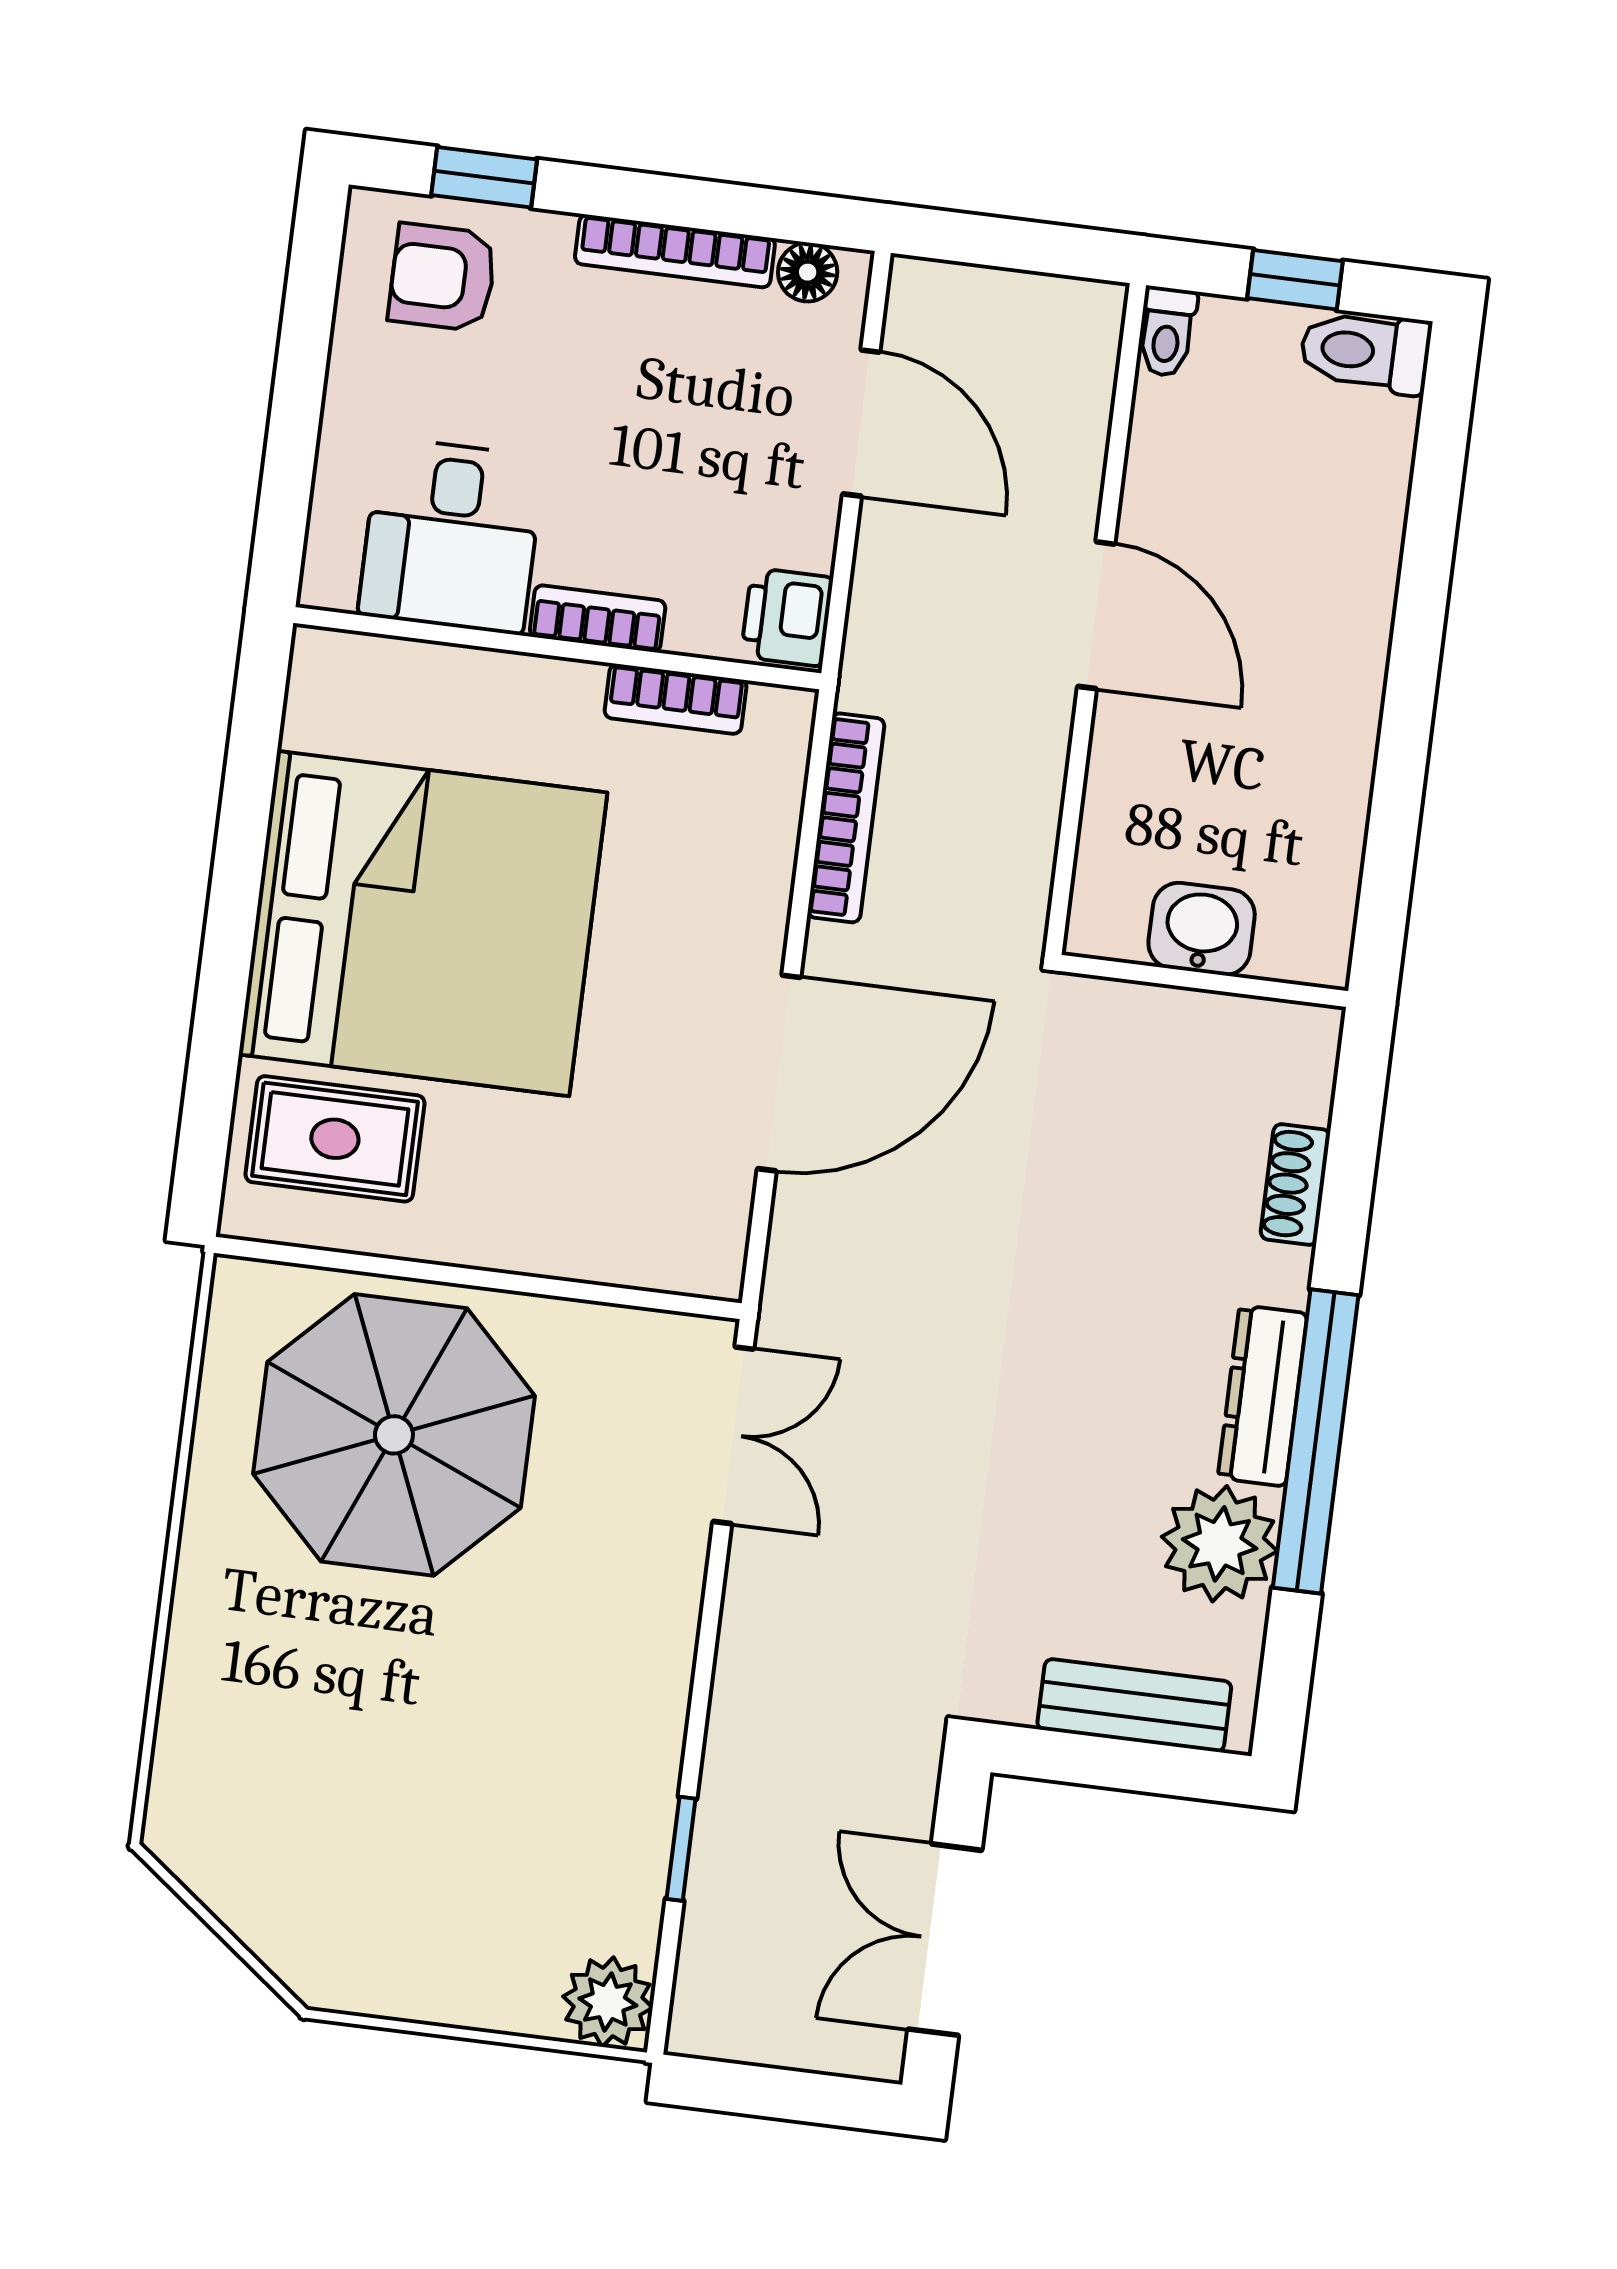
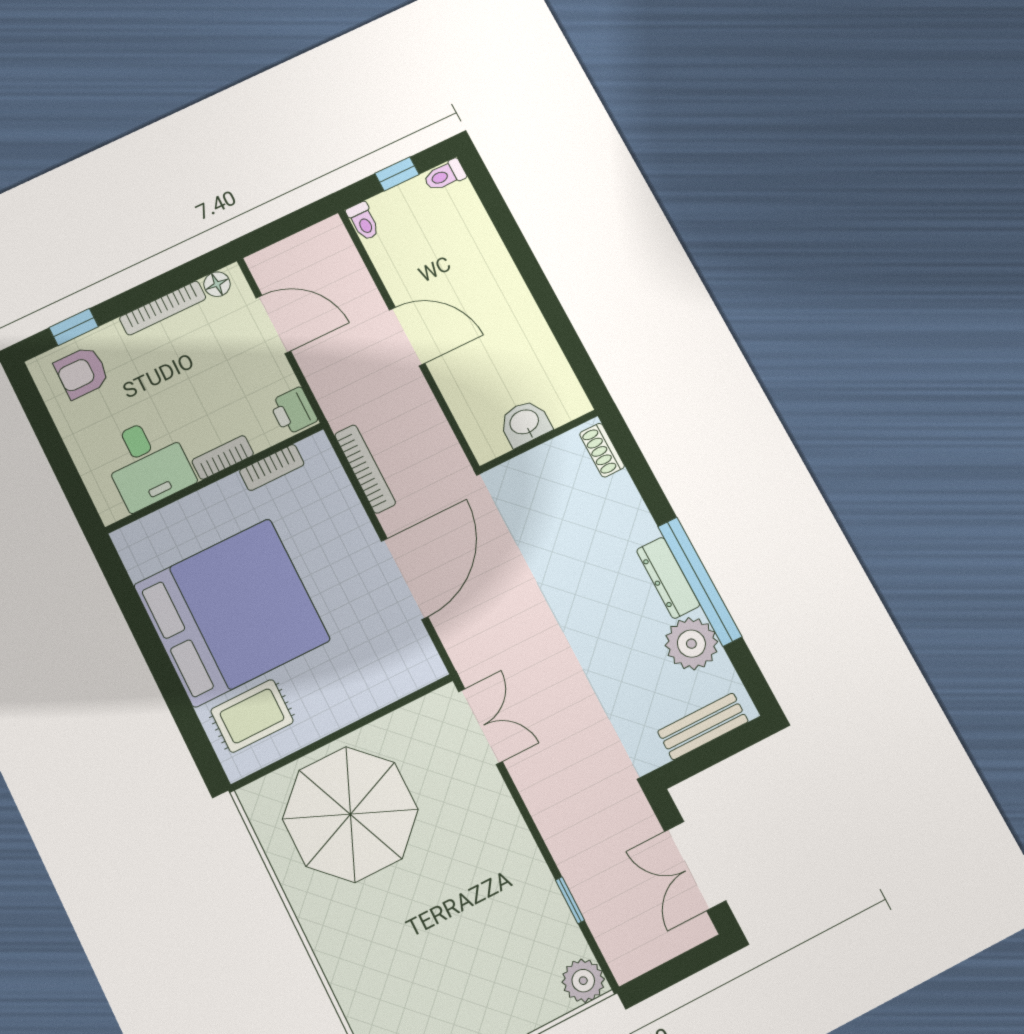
toilet: (1365, 352) -> (445, 175), width x0.73, depth x0.72
shoe rack: (1295, 1184) -> (602, 450), moved

